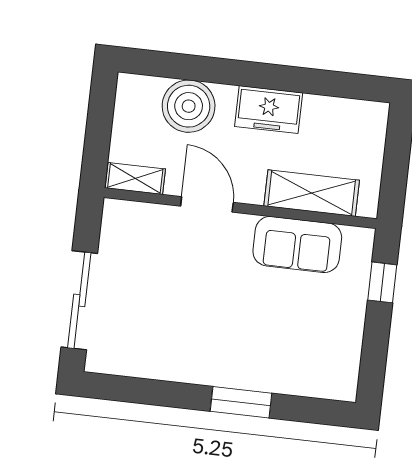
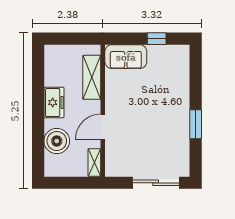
sofa: (297, 244) -> (126, 57), moved, turned 90
window: (382, 282) -> (157, 39), moved
window: (241, 402) -> (196, 124), moved

